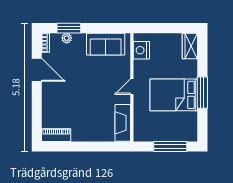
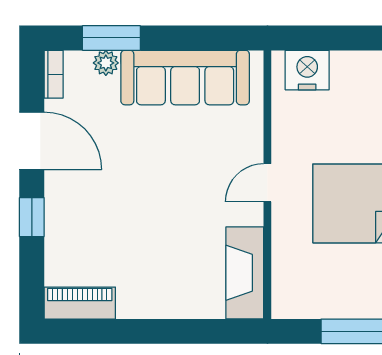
sofa: (106, 44) -> (185, 78), width x1.36
nightstand: (141, 50) -> (307, 70), moved, turned 90
window: (37, 100) -> (32, 217), added

